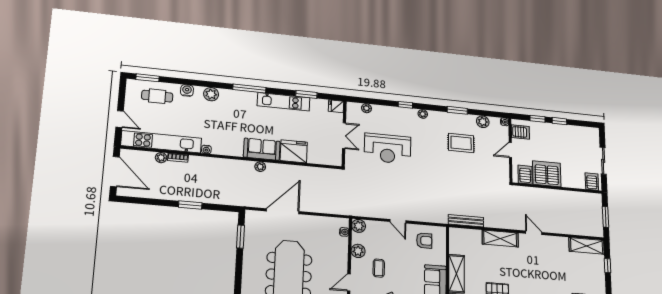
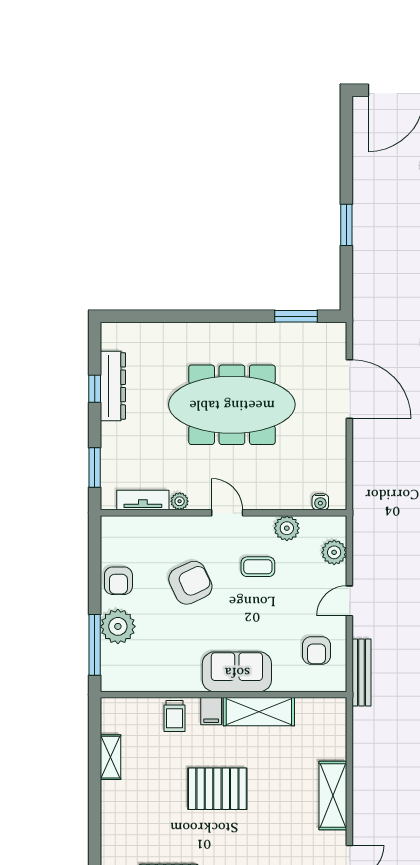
bench: (466, 221) -> (362, 673), moved
plant: (359, 226) -> (334, 552), moved

